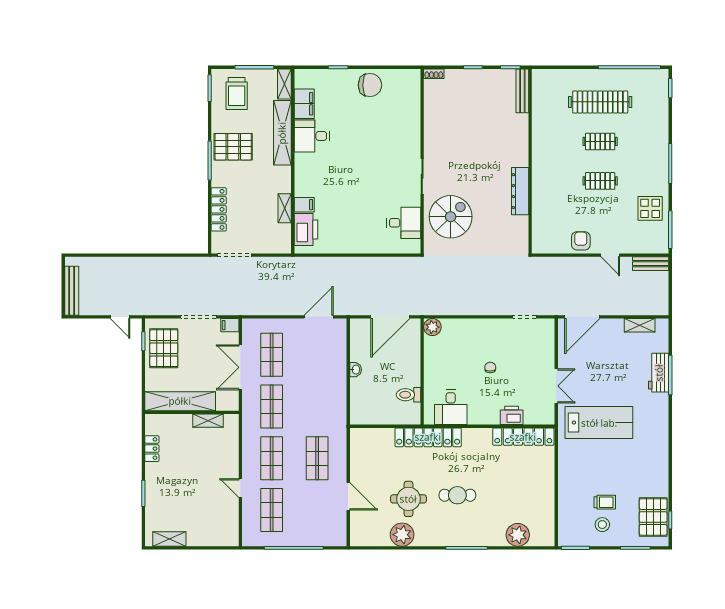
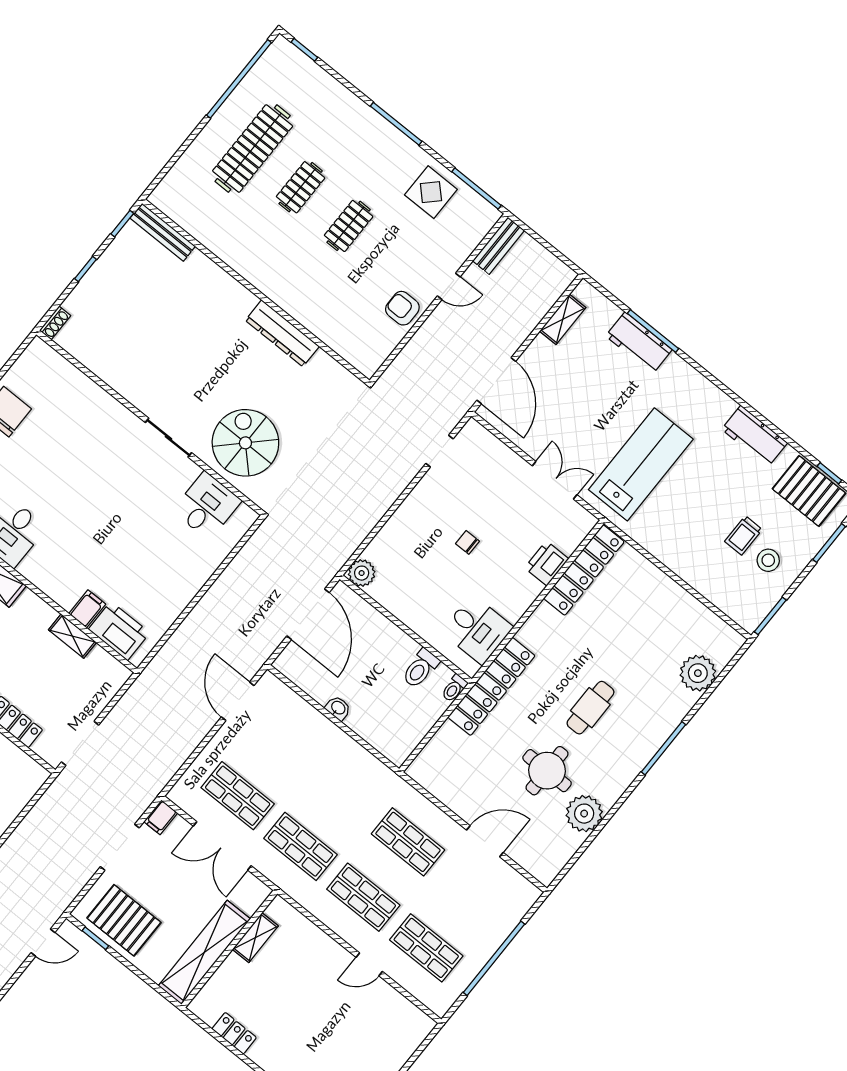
toilet: (412, 420) -> (454, 688), added
workbench: (659, 468) -> (754, 436), added
trolley: (605, 502) -> (743, 535), turned 180

